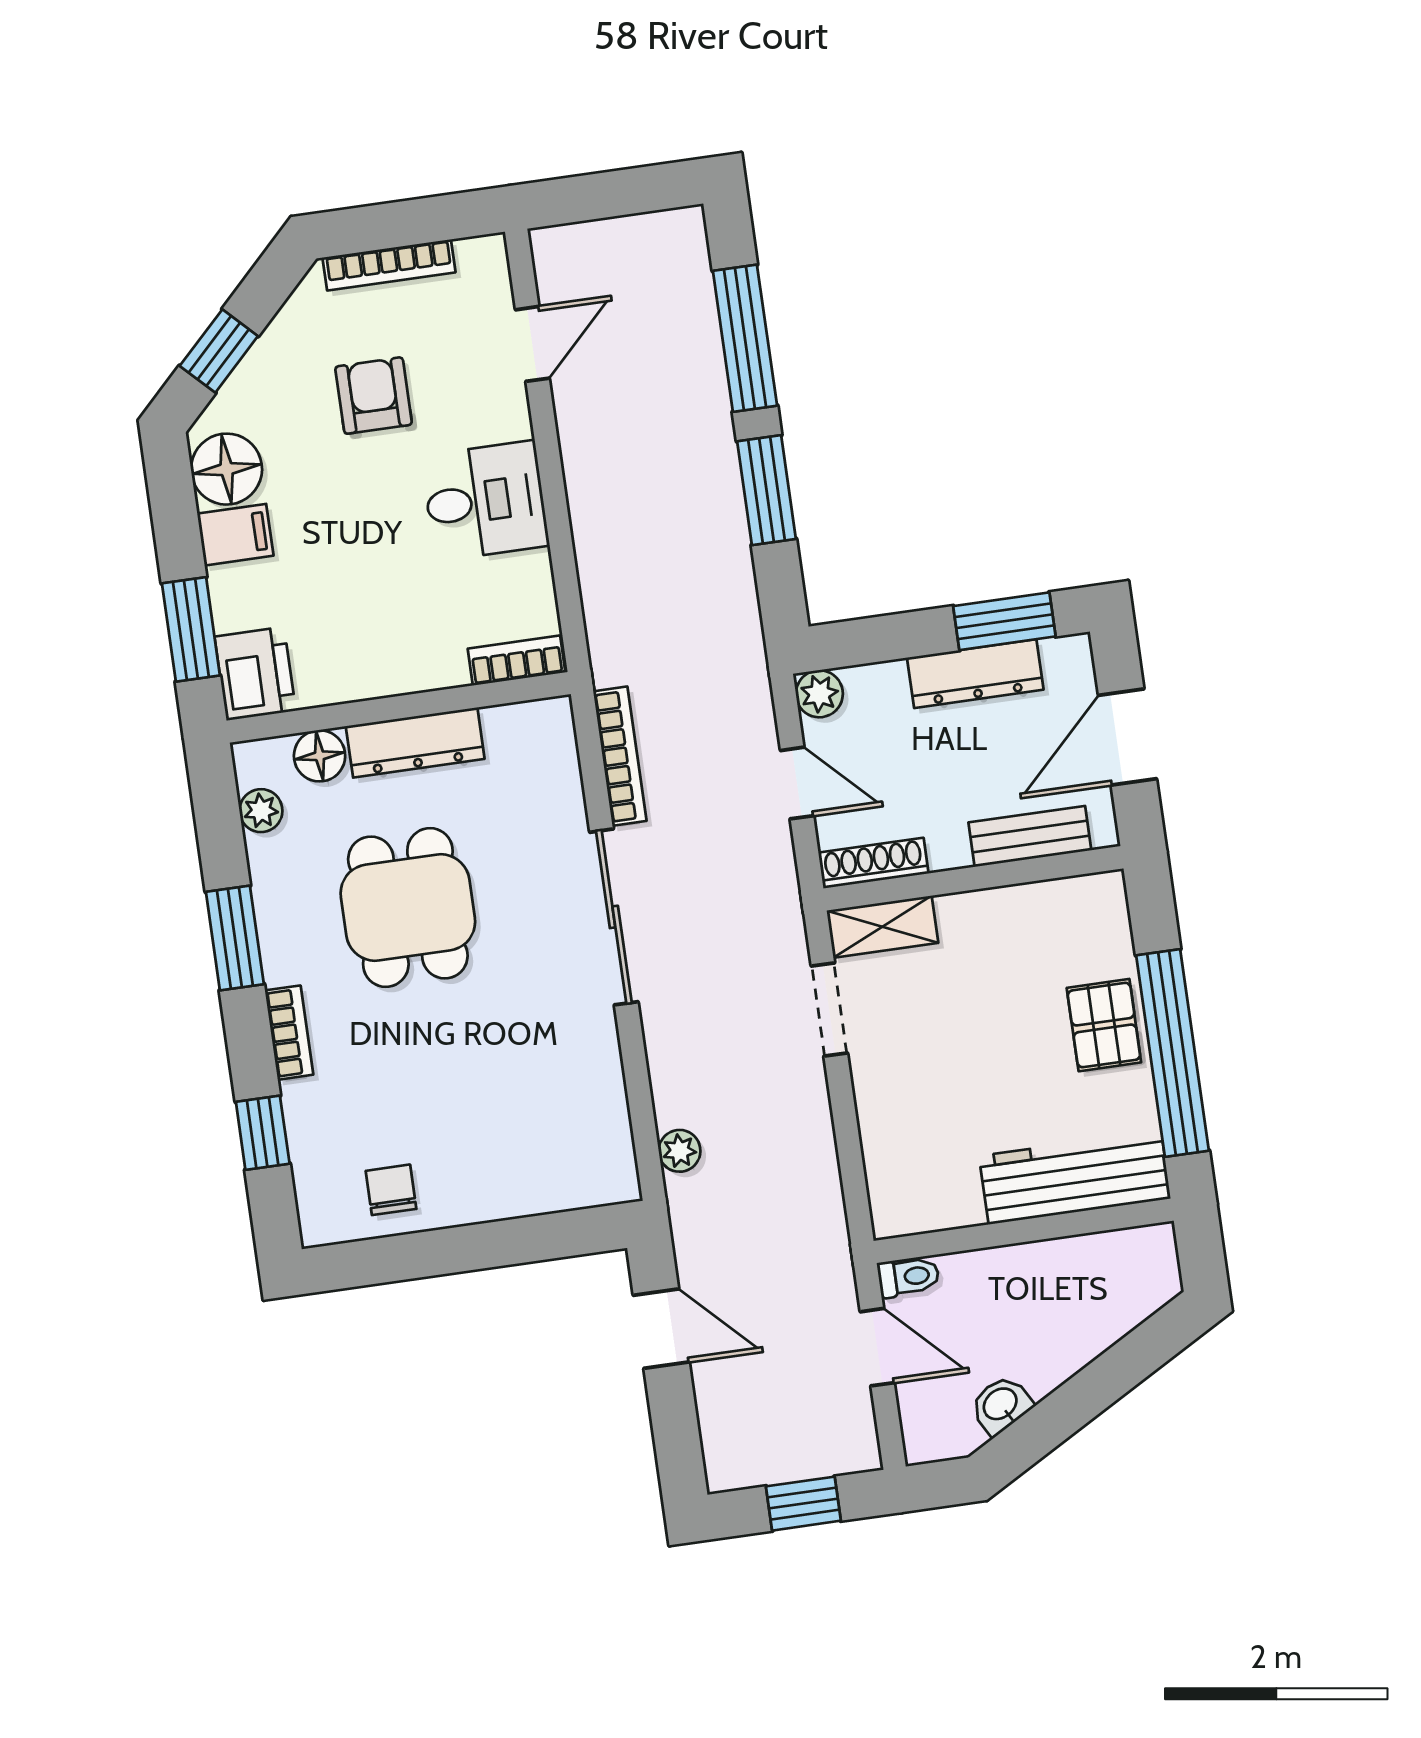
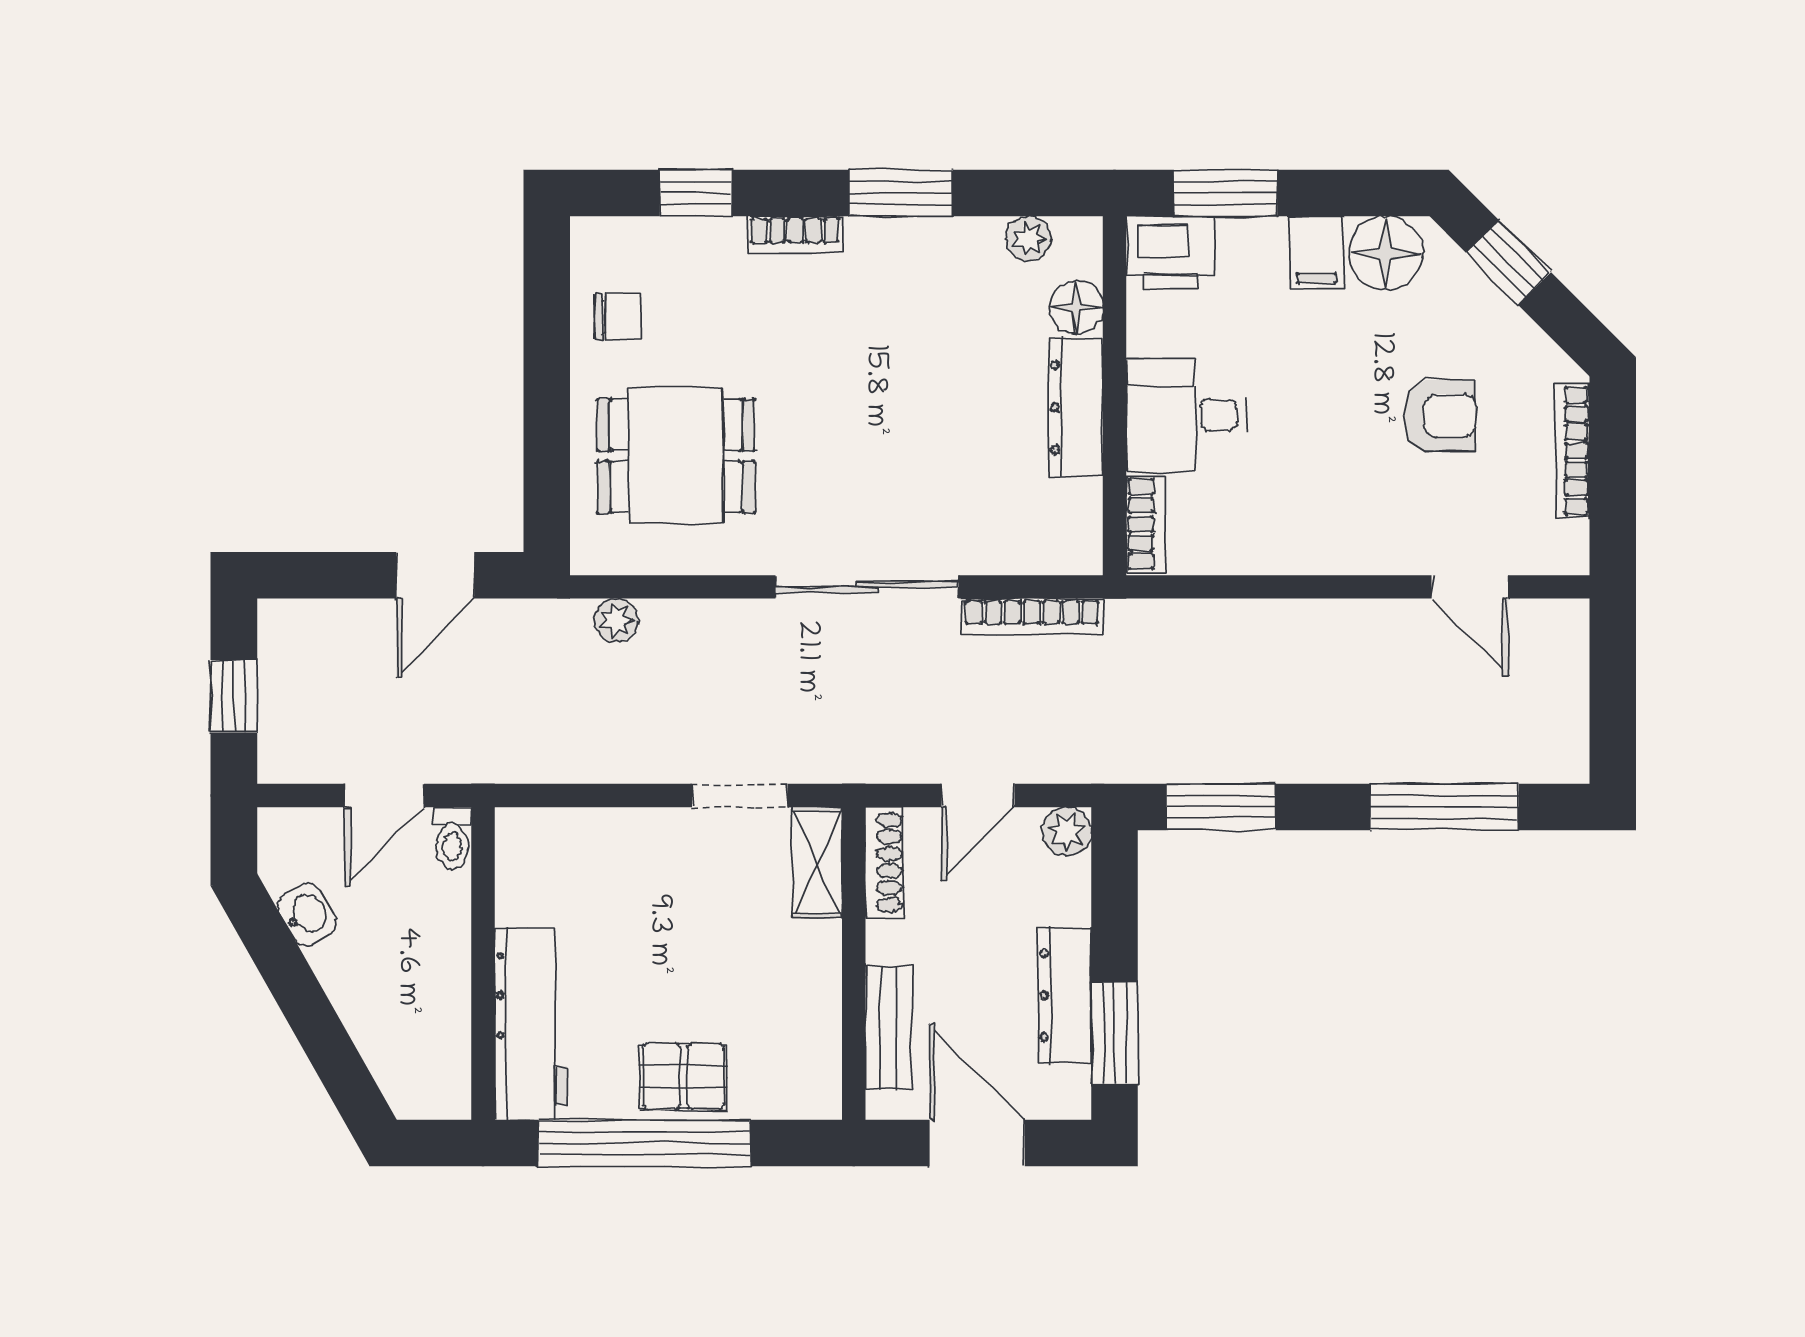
window: (767, 490) -> (1221, 807), moved
desk: (485, 501) -> (1186, 415), moved, turned 90
dining table: (408, 908) -> (676, 456), moved

